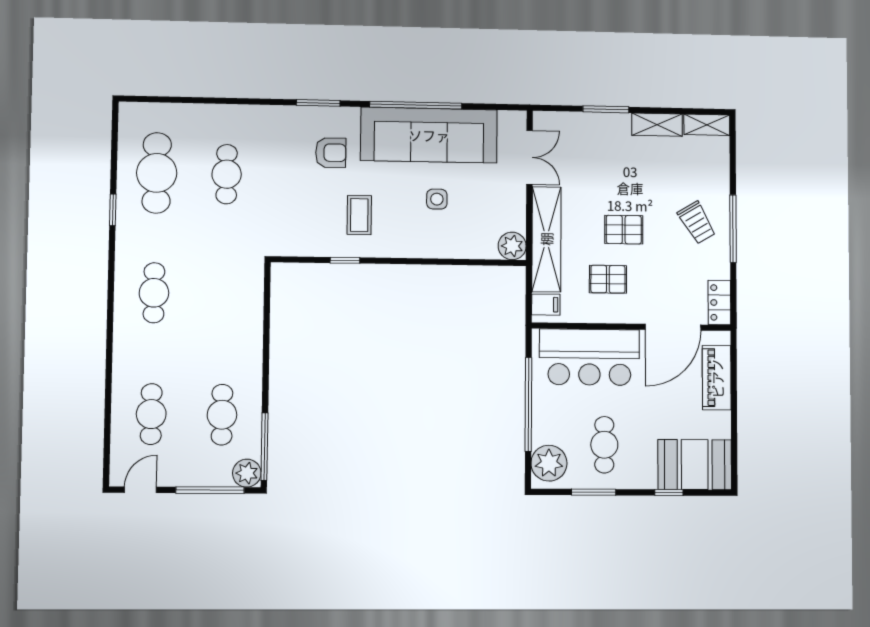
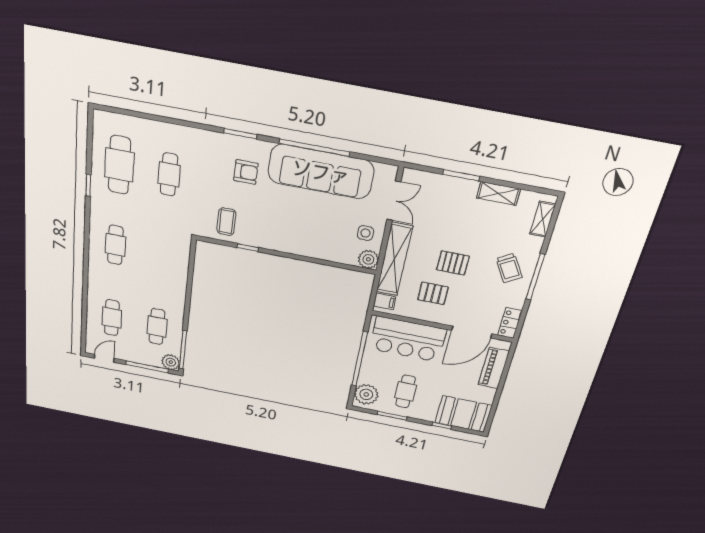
shelving: (707, 125) -> (543, 219), moved, turned 90
side table: (437, 199) -> (365, 233), moved
coffee table: (359, 215) -> (226, 222), moved

